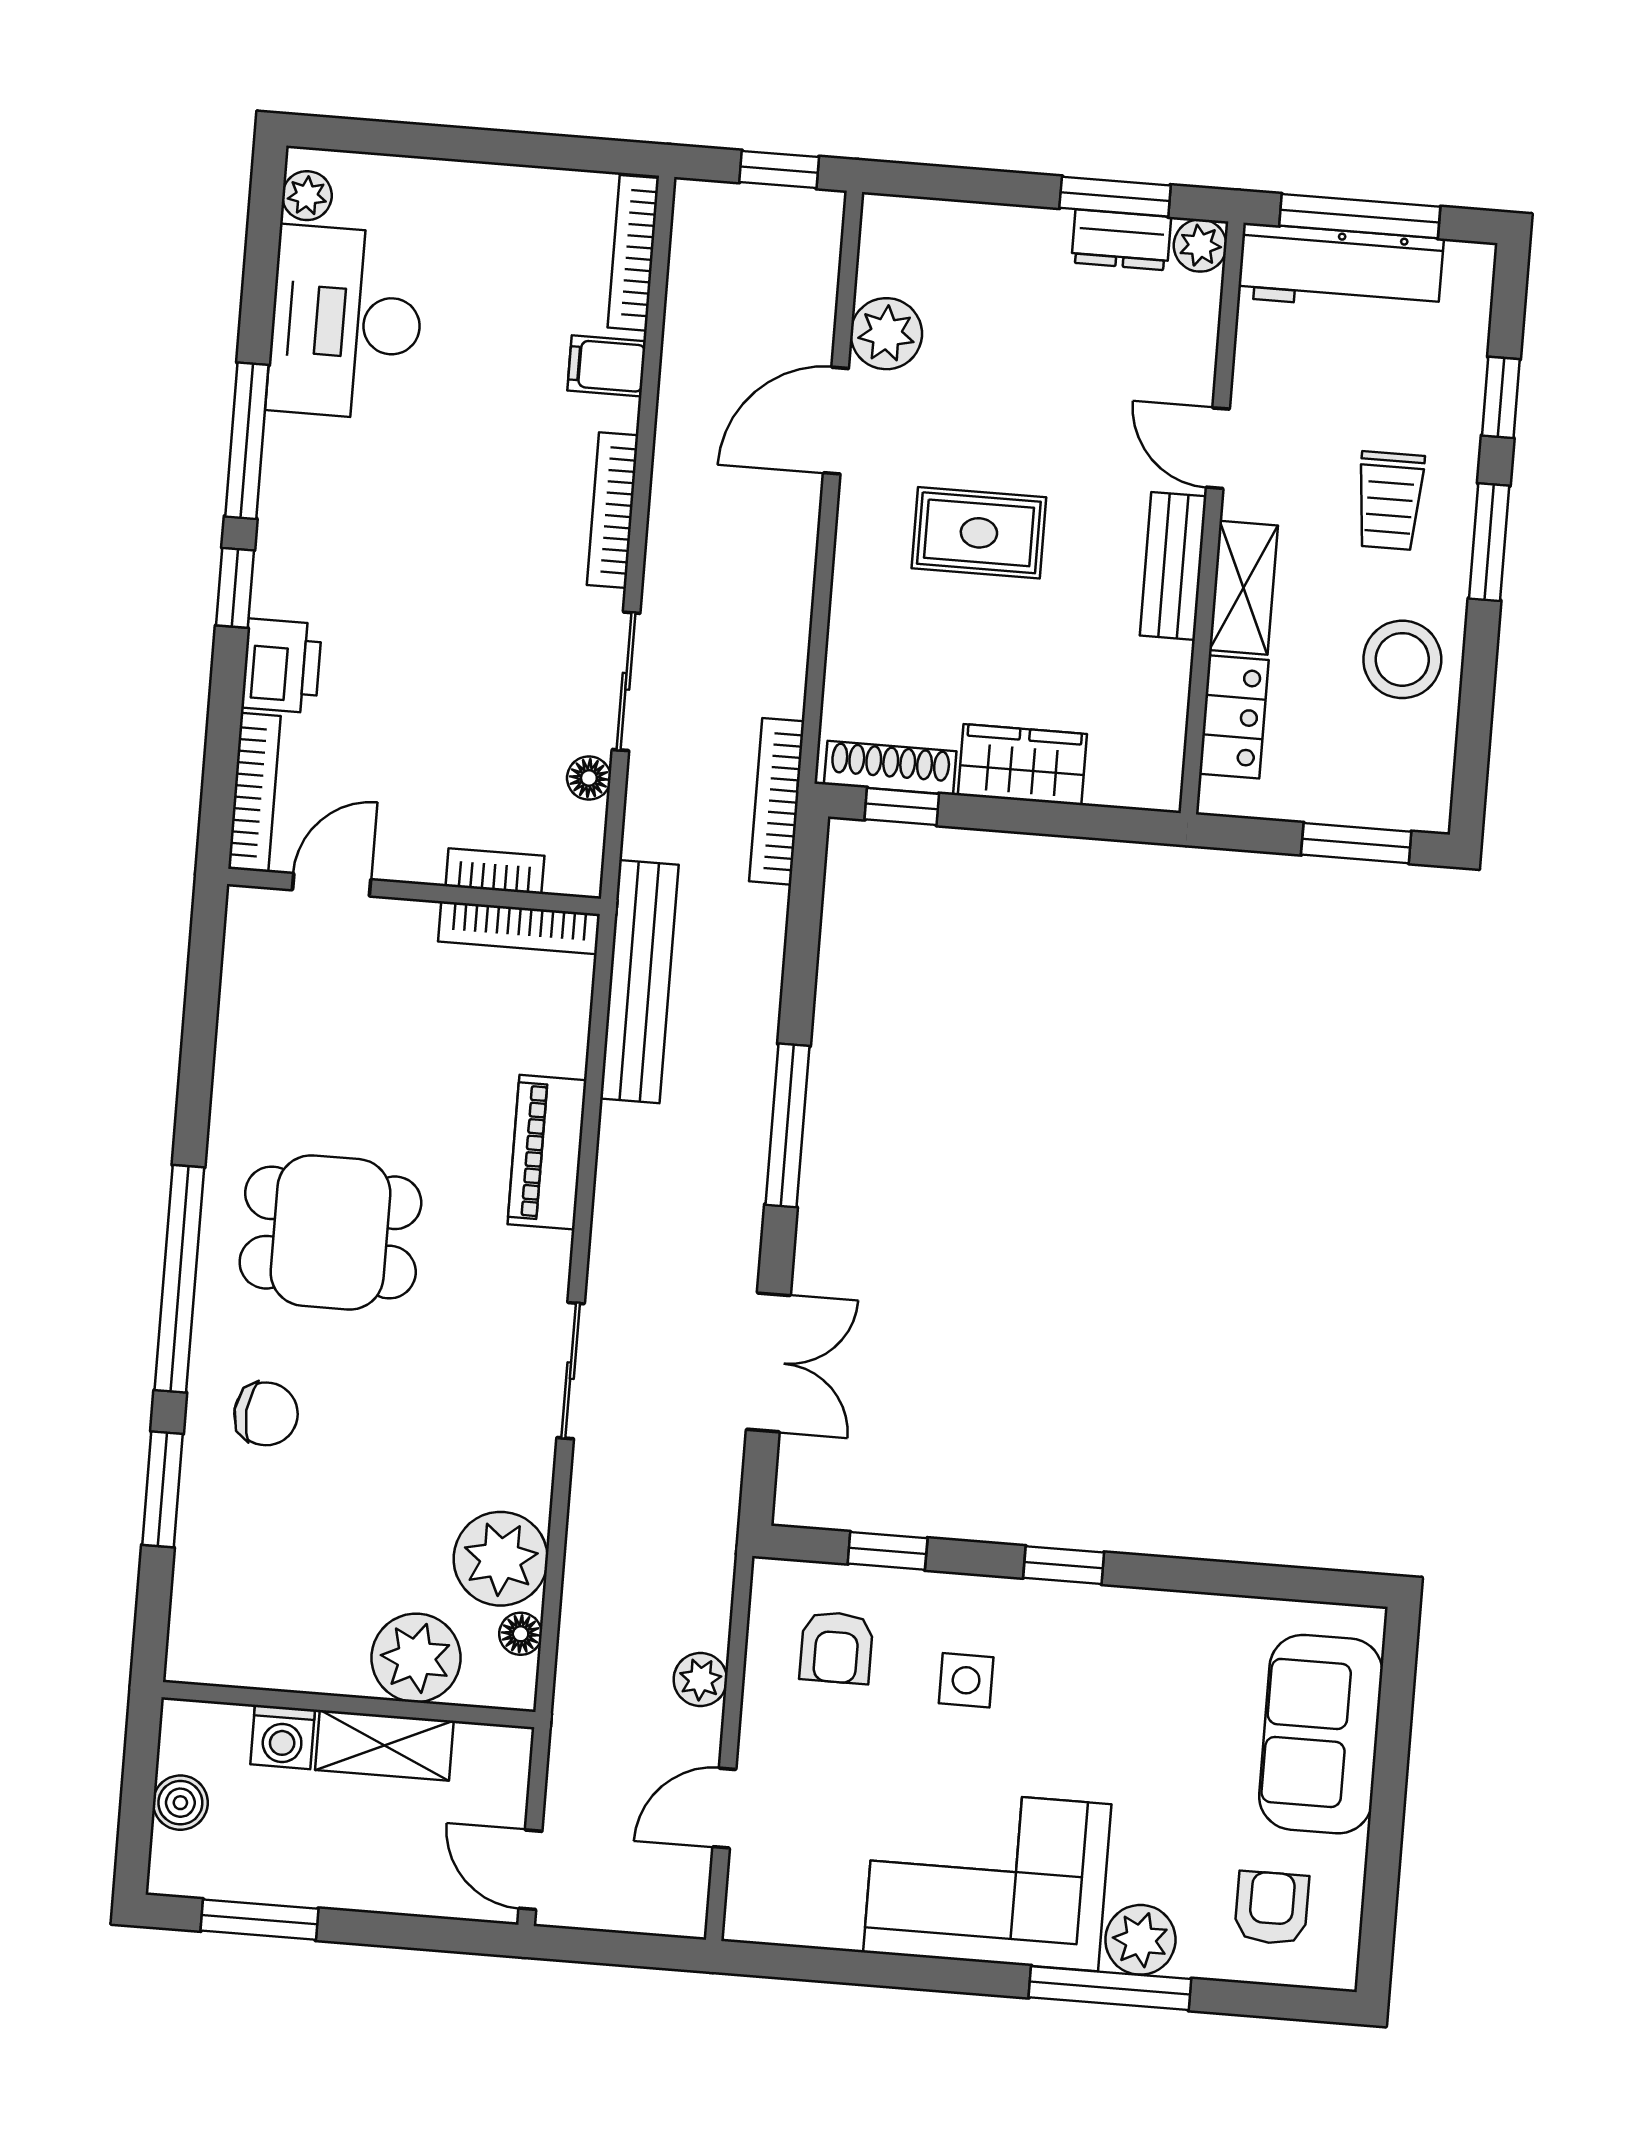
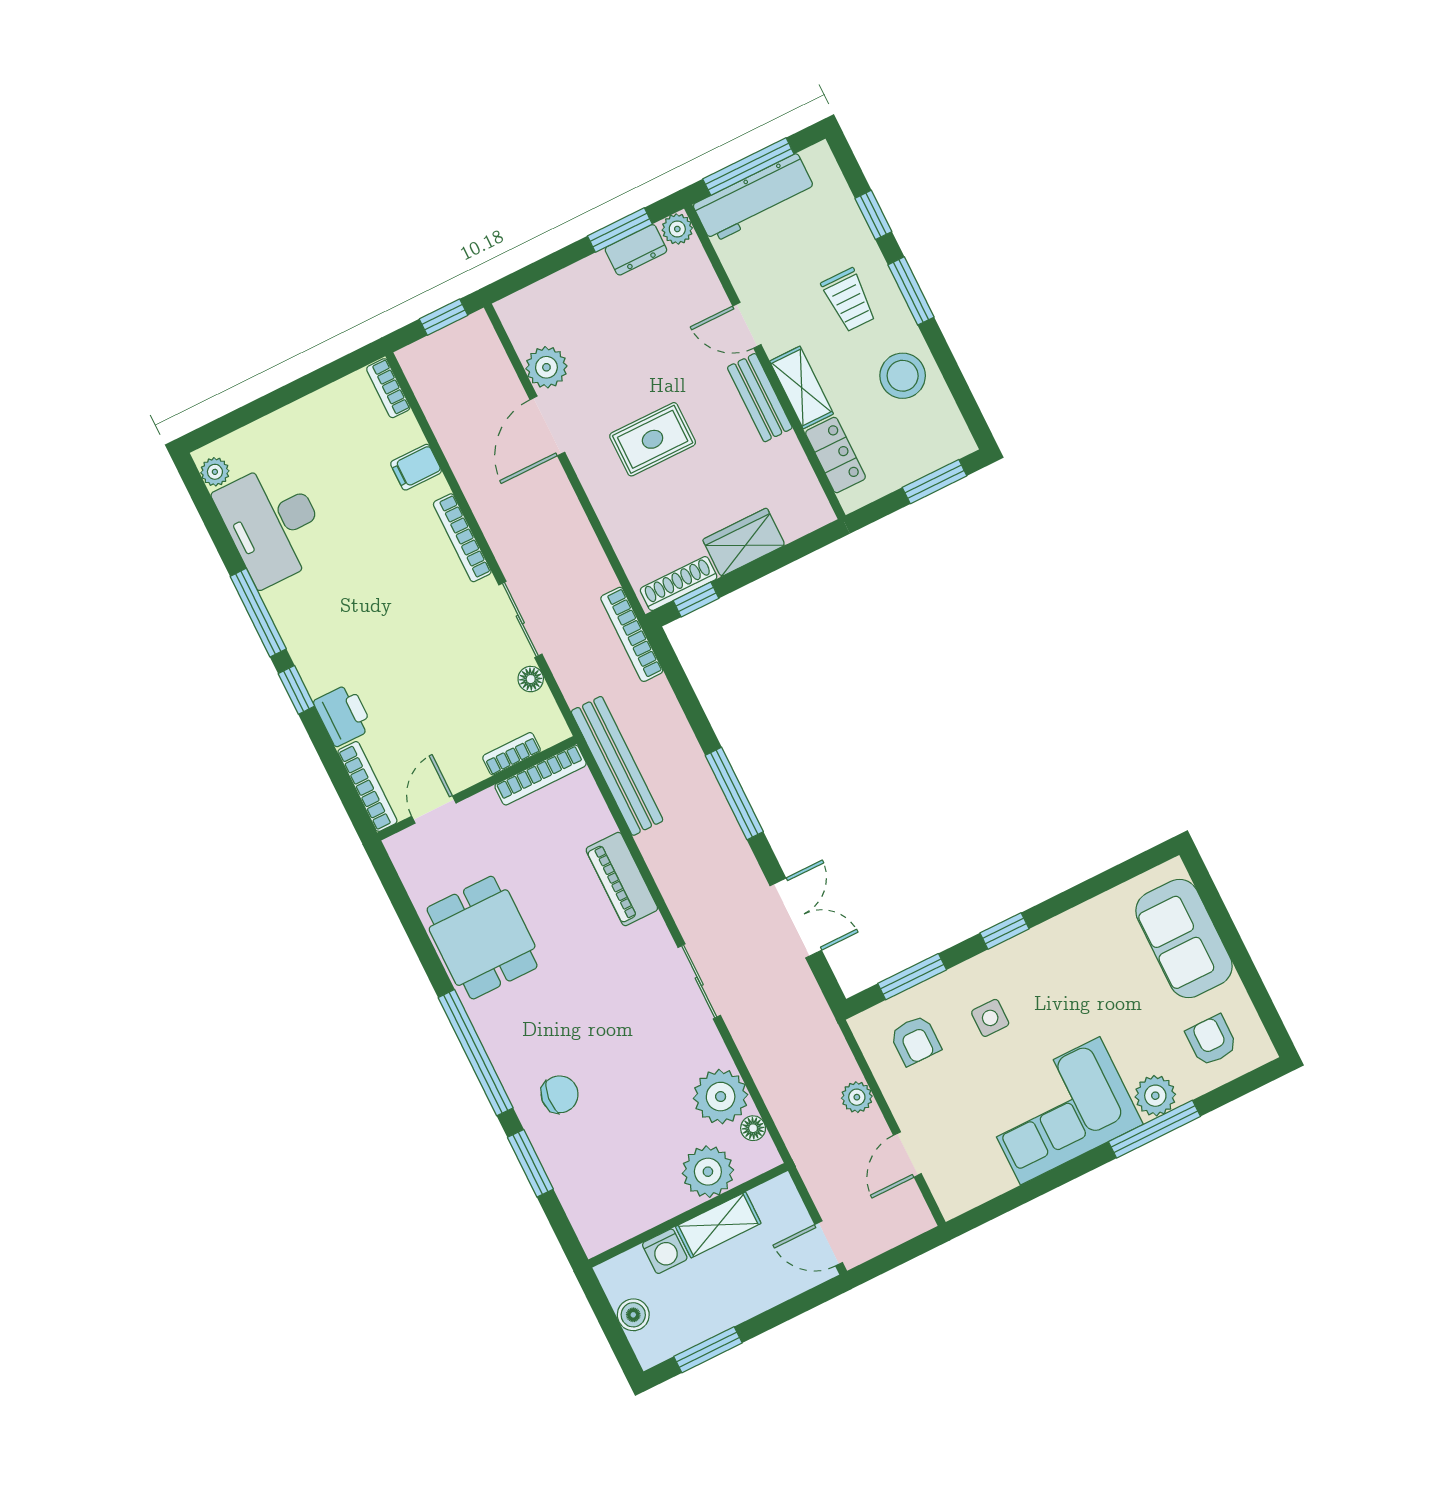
bookcase: (633, 253) -> (388, 388), width x0.64
dining table: (330, 1232) -> (482, 938), moved, turned 90
window: (888, 1551) -> (912, 977), width x1.50

